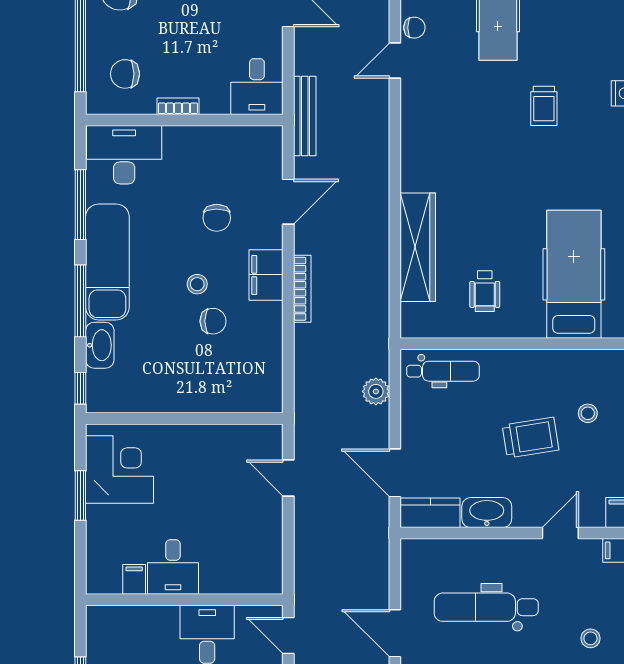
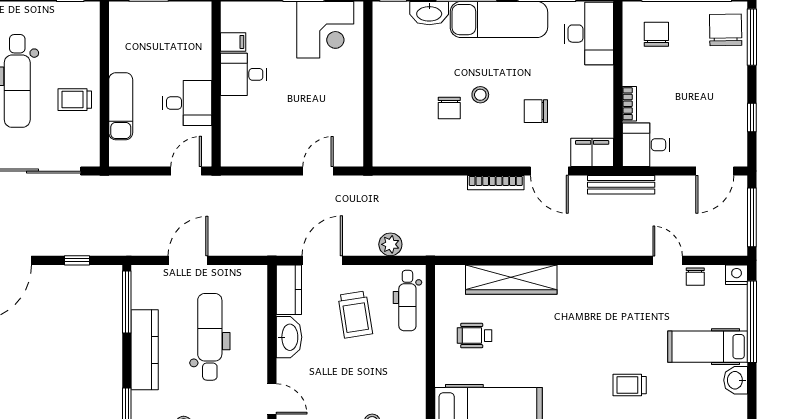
bookcase: (178, 106) -> (629, 104), moved
filing cabinet: (266, 275) -> (592, 152), moved
bookcase: (302, 289) -> (496, 183), moved
trolley: (531, 437) -> (355, 315), moved

